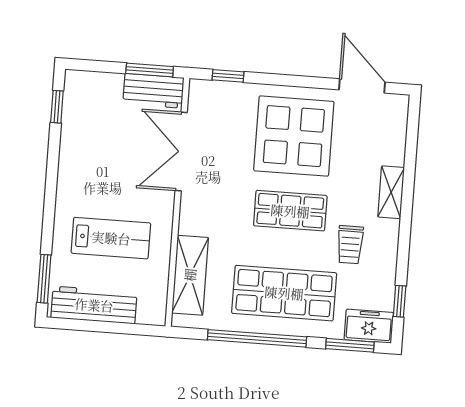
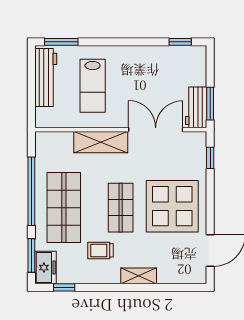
shelving: (190, 275) -> (101, 142), moved

